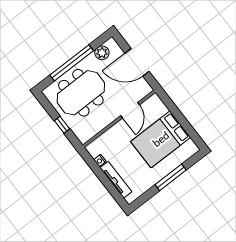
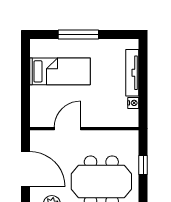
bed: (161, 139) -> (60, 71), width x0.67

